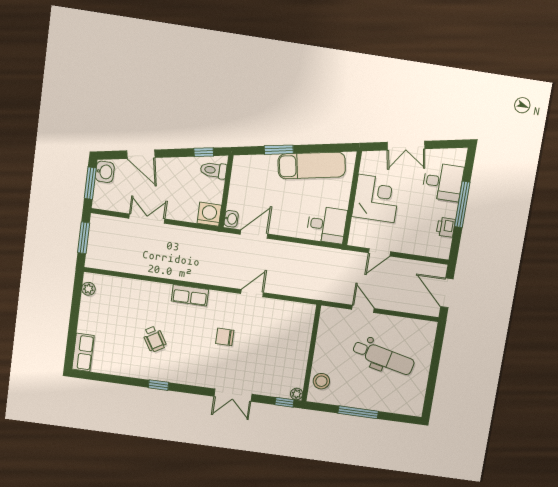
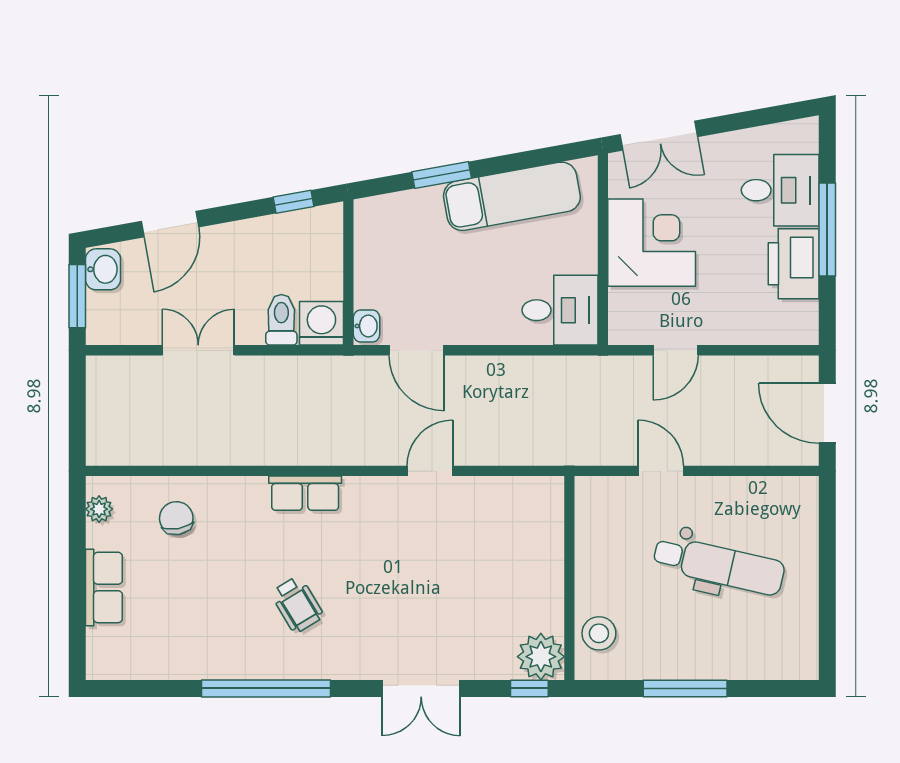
double door: (406, 146) -> (659, 136), moved
door: (141, 154) -> (170, 224), hinge flipped
toilet: (214, 170) -> (281, 320), moved, turned 90
printer: (446, 227) -> (794, 264), width x1.87, depth x1.48
door: (254, 234) -> (417, 350), swing flipped
window: (84, 238) -> (77, 407), removed
chair: (225, 337) -> (176, 518), moved, turned 80
wheelchair: (154, 339) -> (297, 604), moved
row of seats: (83, 352) -> (104, 587), moved
window: (159, 385) -> (266, 688), width x3.17
plant: (297, 394) -> (541, 657), width x1.88, depth x1.88

